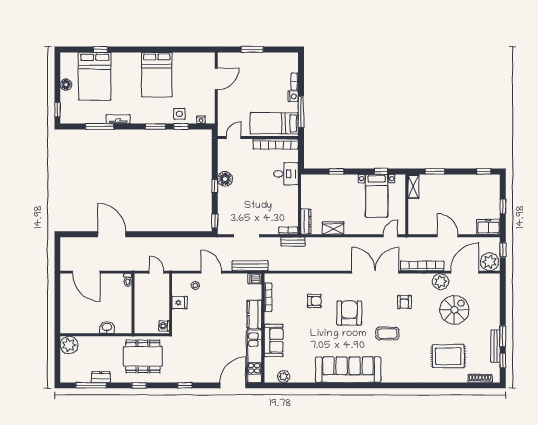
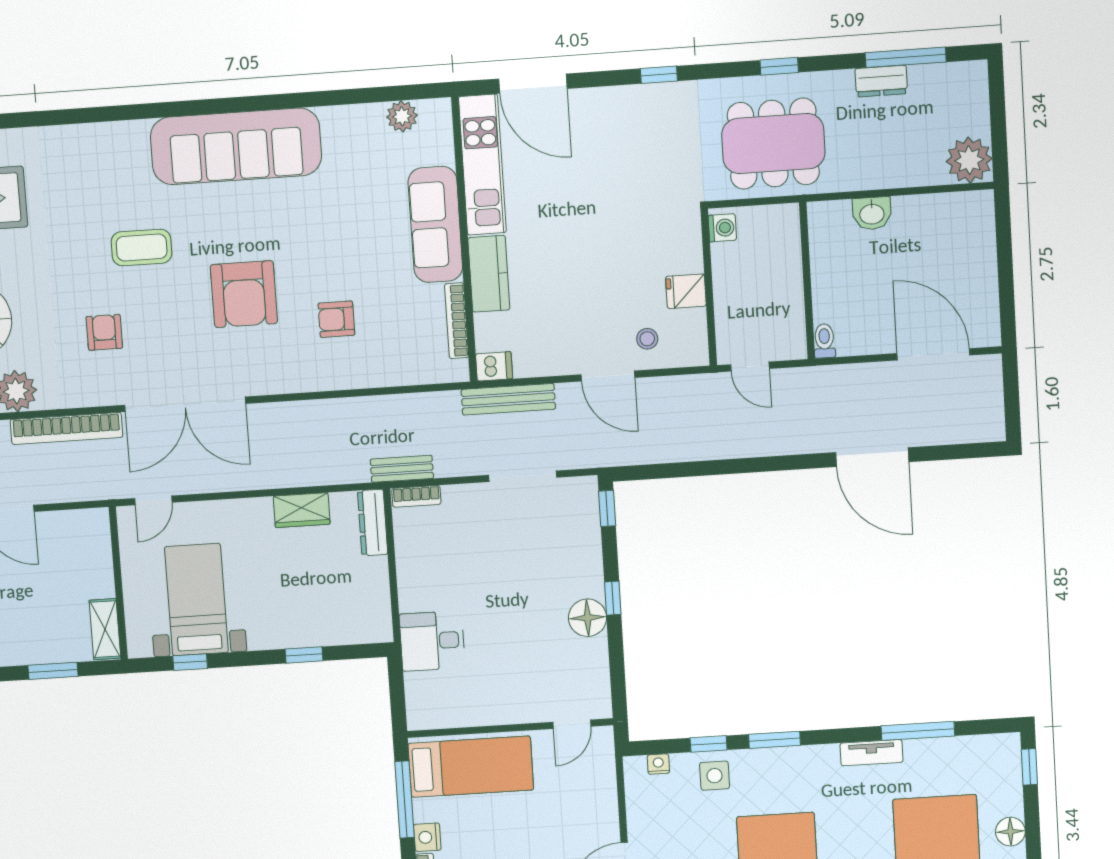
bookcase: (276, 144) -> (464, 715), removed
sofa: (274, 340) -> (435, 224), width x1.36
door: (233, 385) -> (533, 84), hinge flipped

